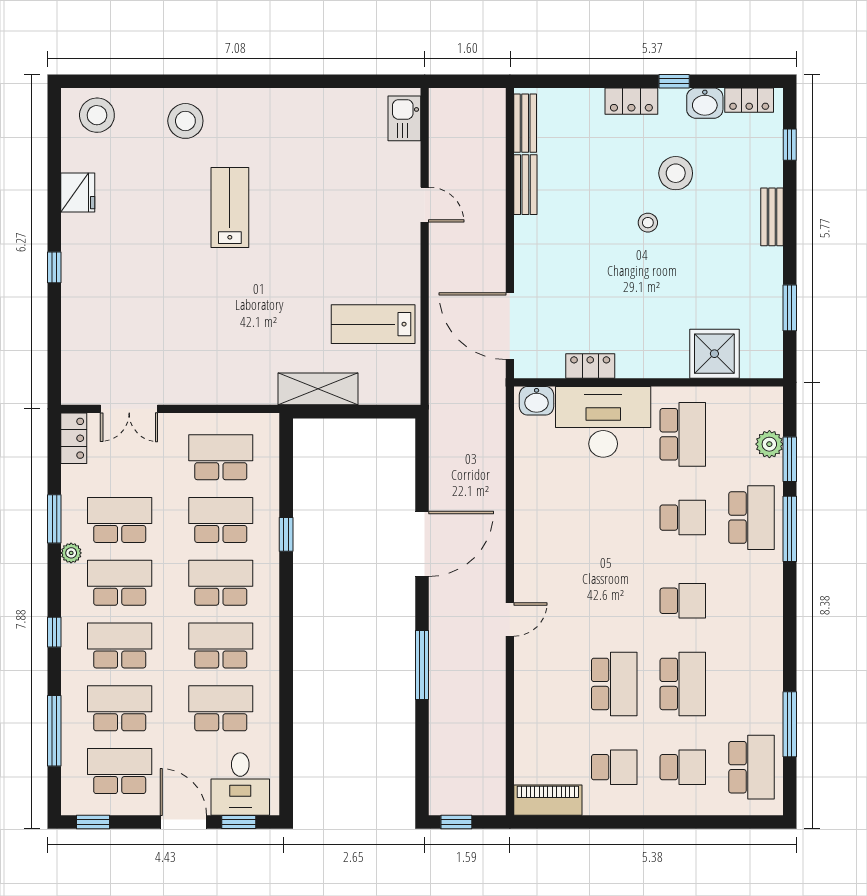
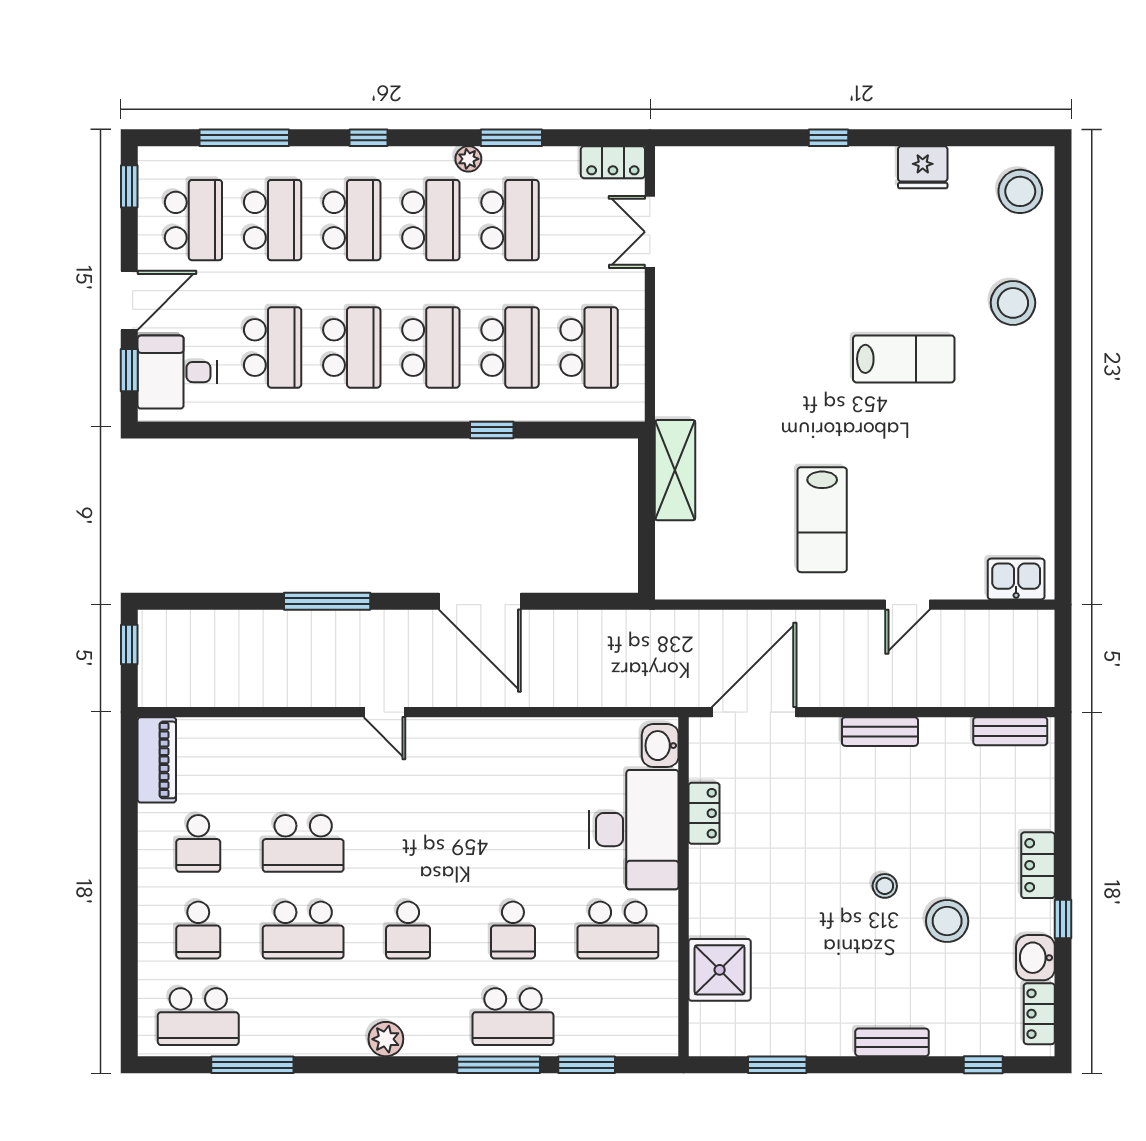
bench: (525, 185) -> (880, 732), moved
lab bench: (373, 324) -> (822, 520), moved, turned 180
plant: (769, 444) -> (386, 1039), moved

